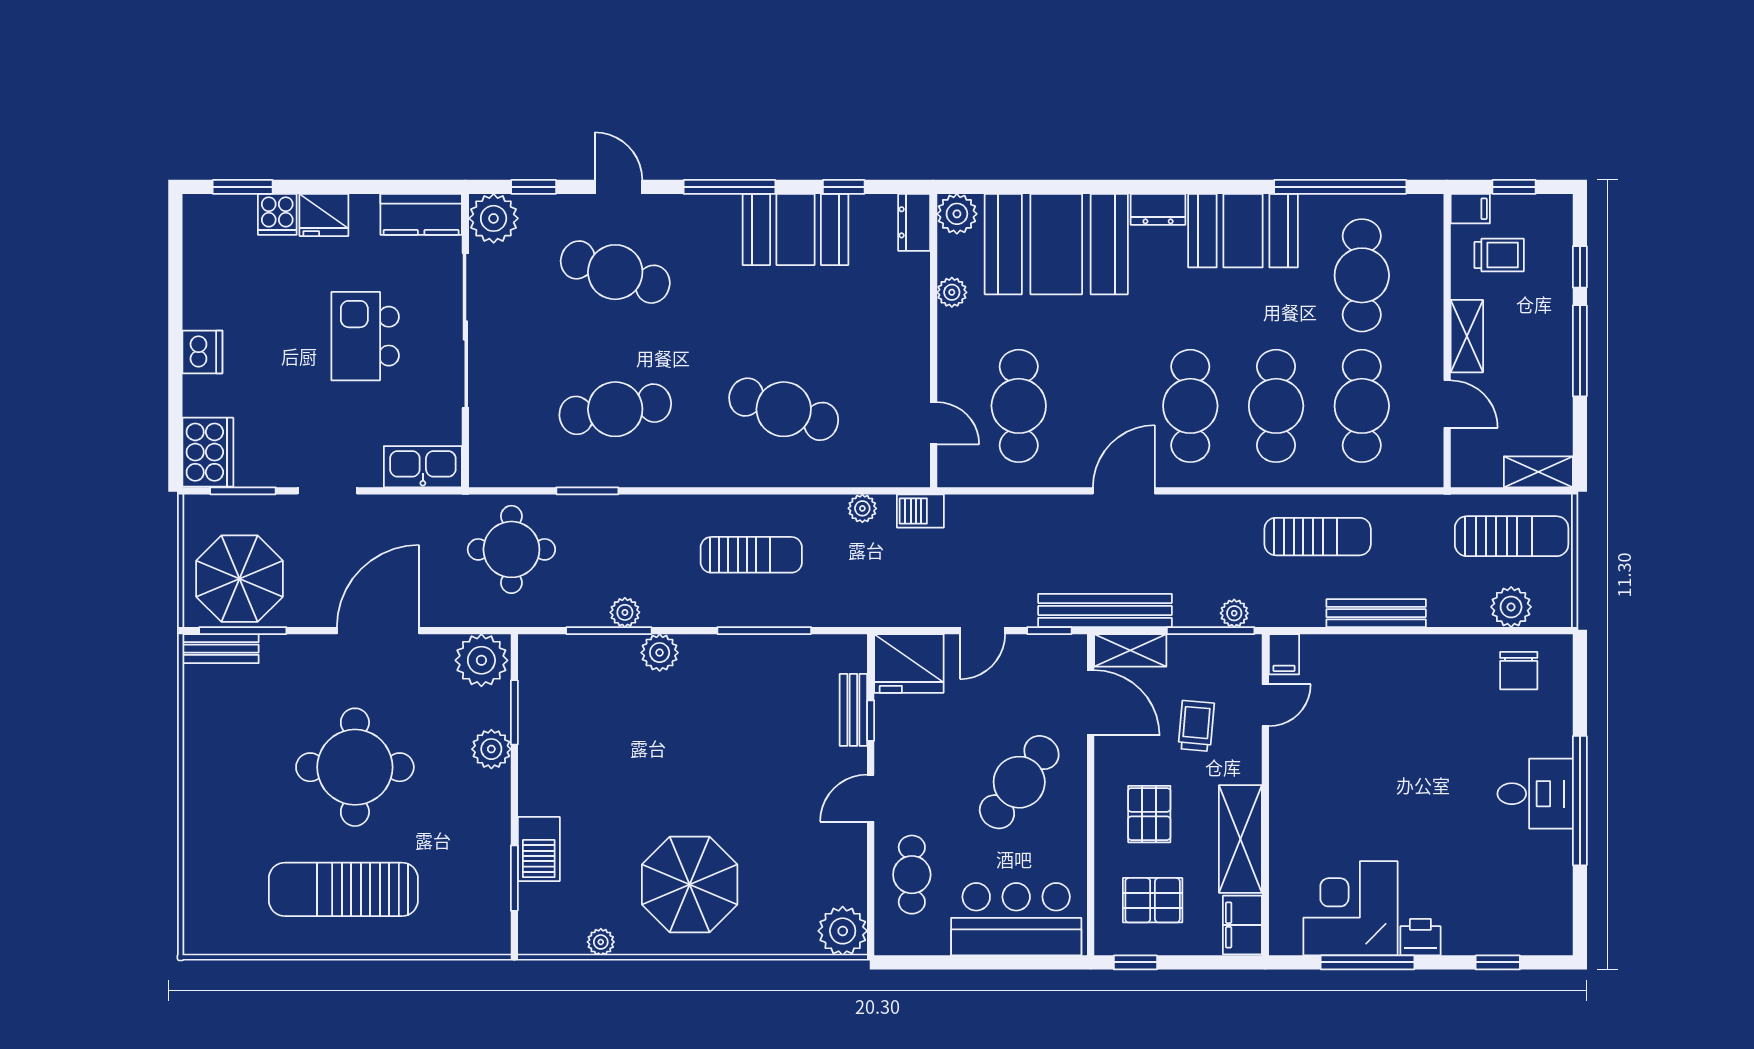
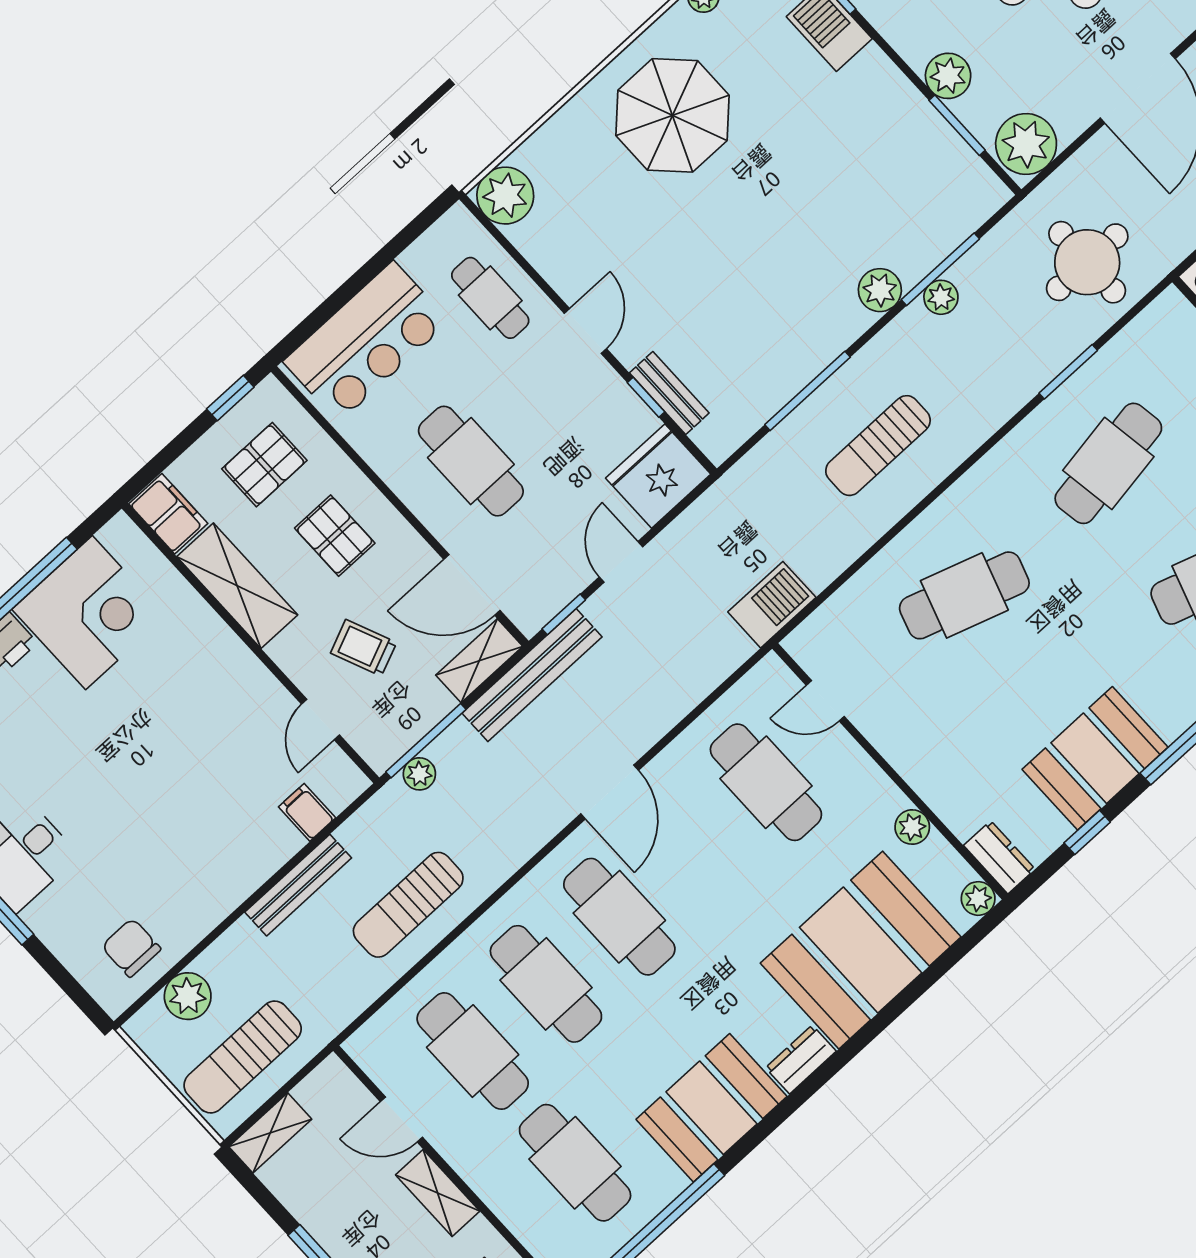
plant: (957, 214) -> (978, 898), width x0.73, depth x0.73
plant: (862, 508) -> (819, 572), removed
barbecue: (920, 511) -> (772, 605), width x1.38, depth x1.27
filing cabinet: (1284, 654) -> (307, 812), moved
trolley: (1196, 726) -> (364, 648), turned 152
cafe table: (1019, 782) -> (471, 461), turned -37

